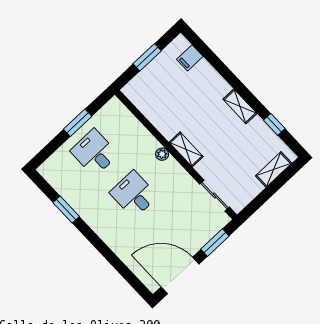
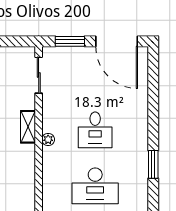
desk: (94, 153) -> (95, 186), width x1.37

